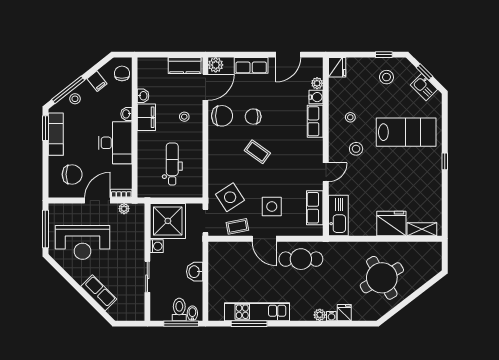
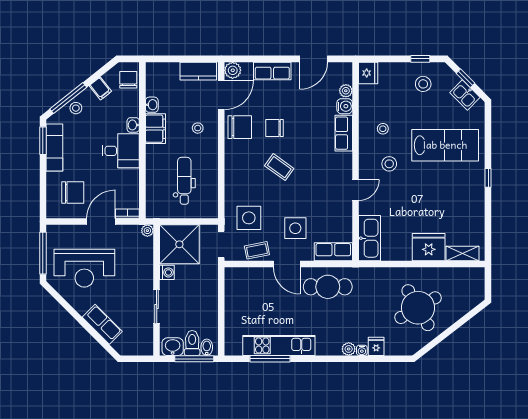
desk: (115, 143) -> (121, 151), width x0.73
side table: (230, 197) -> (249, 218), turned 33
row of seats: (315, 208) -> (333, 252), moved, turned 90
plant: (124, 209) -> (147, 231), moved
washbasin: (195, 272) -> (173, 347), moved, turned 90

